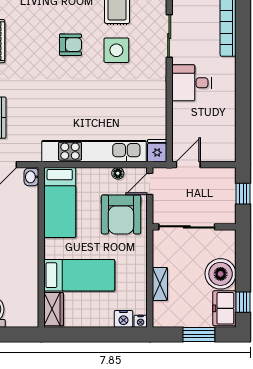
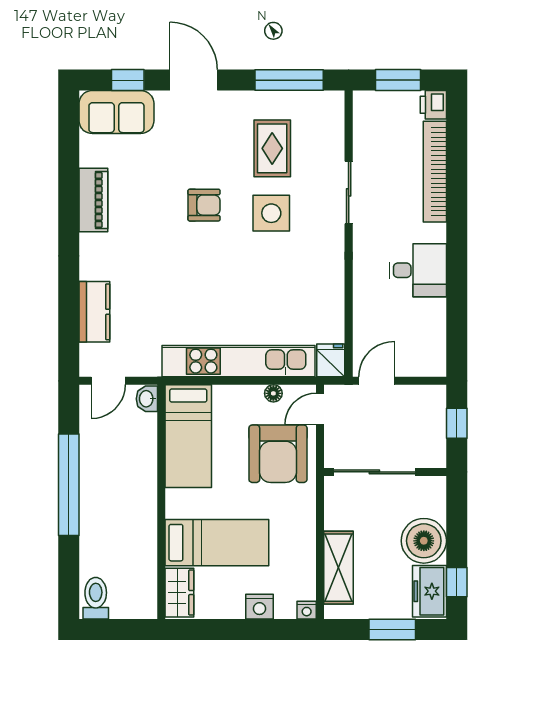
desk: (191, 83) -> (418, 270), moved, turned 180
shelving: (160, 284) -> (339, 568), width x1.50, depth x1.33
nightstand: (123, 319) -> (260, 607), moved

